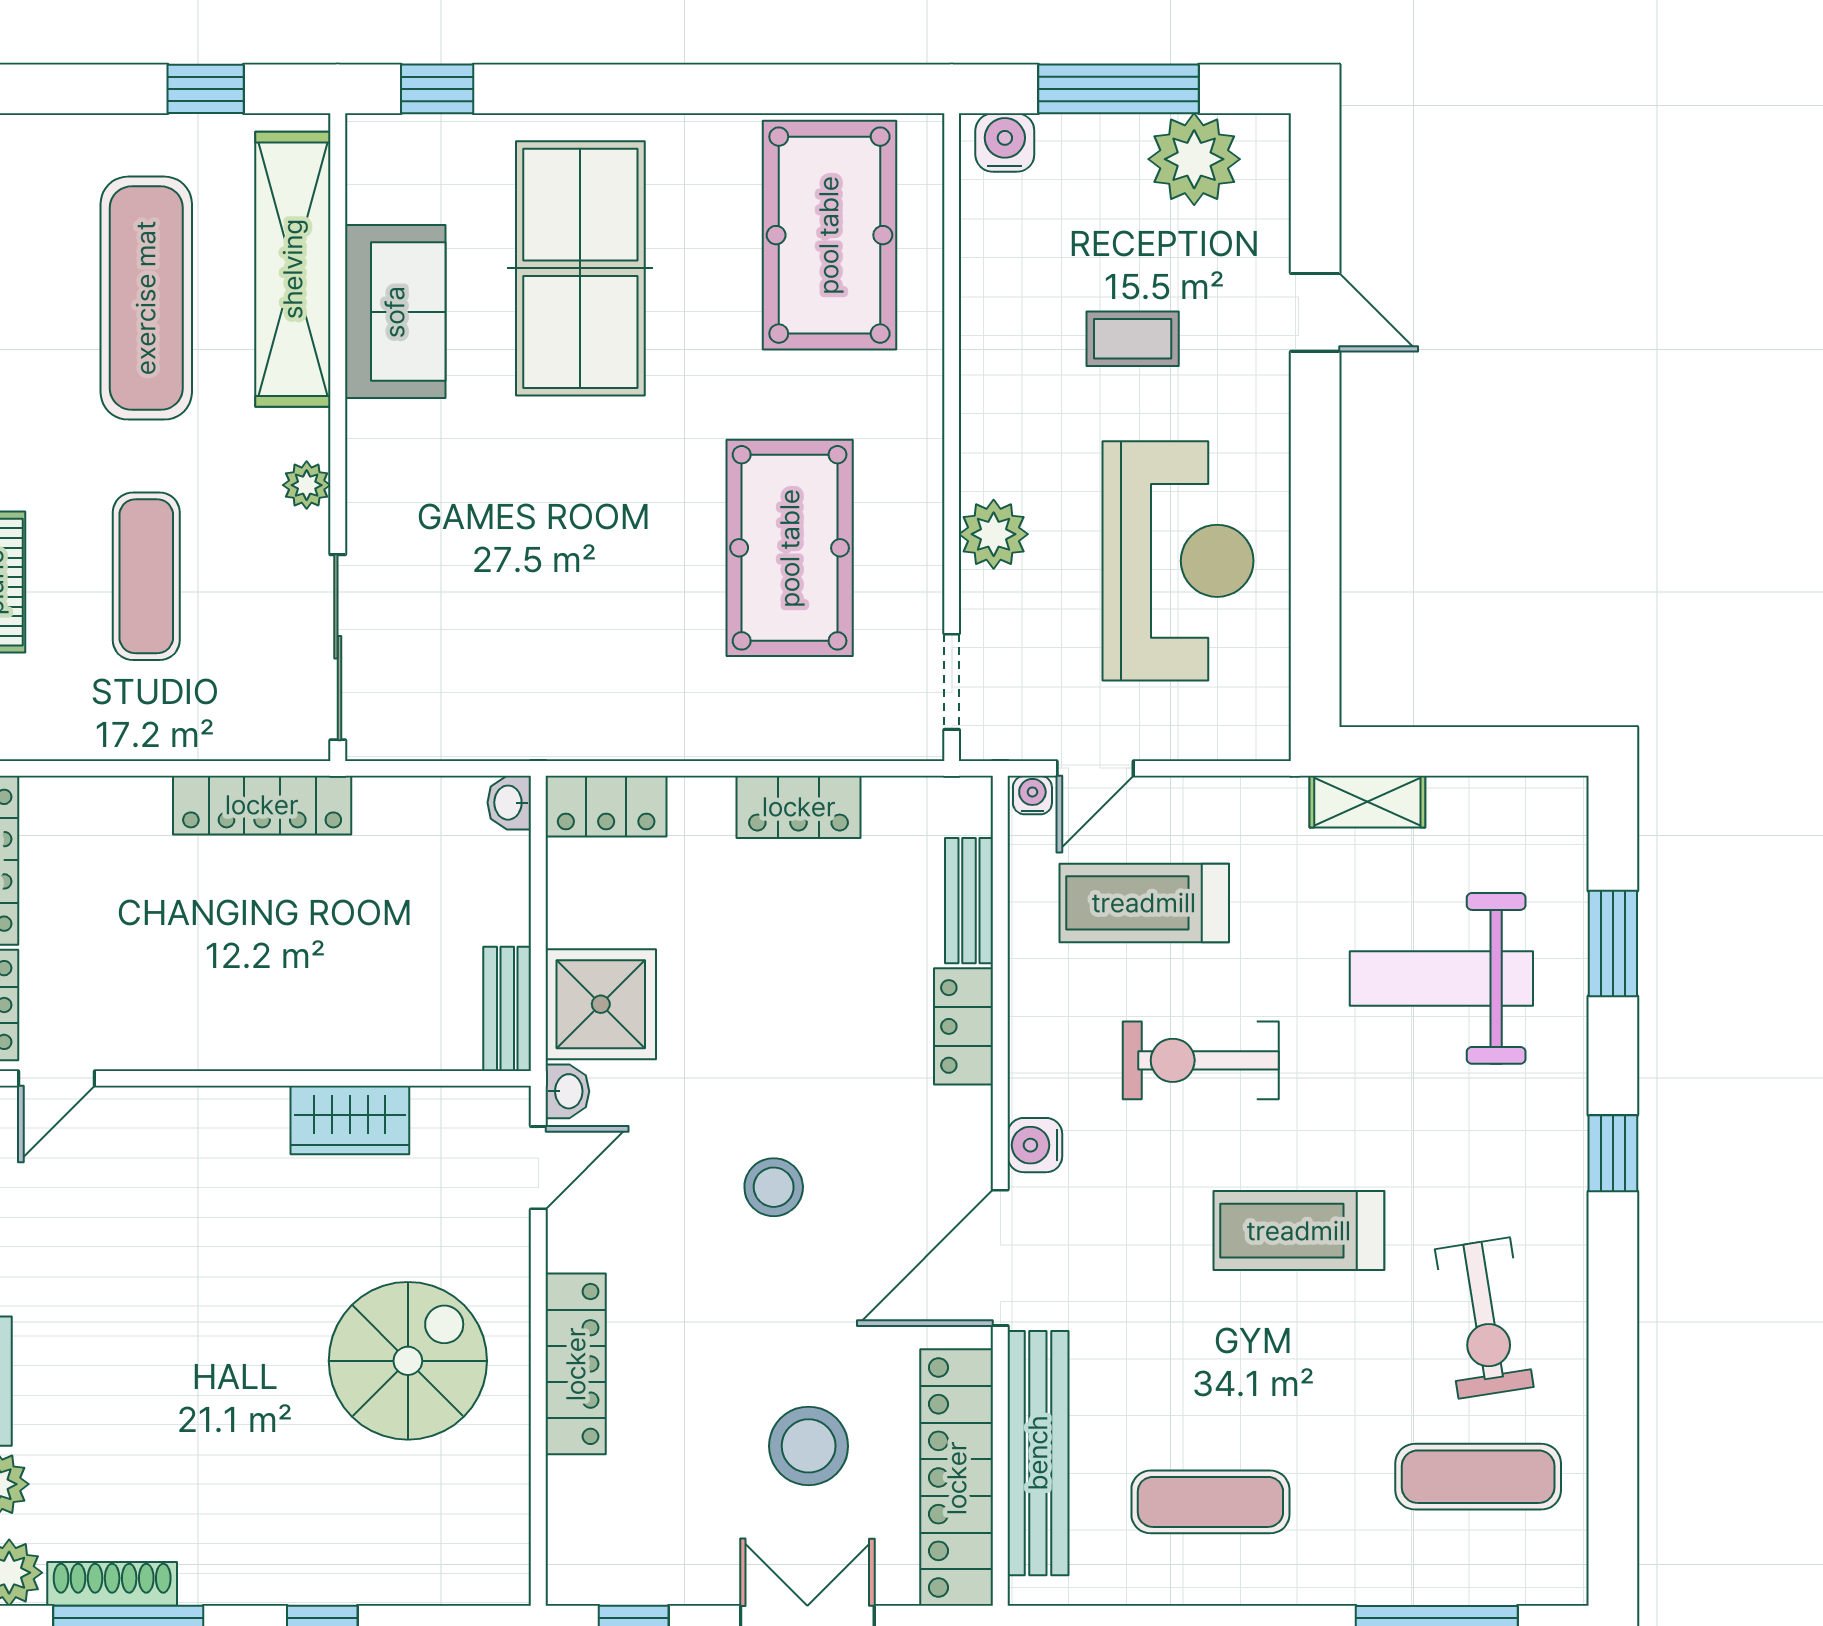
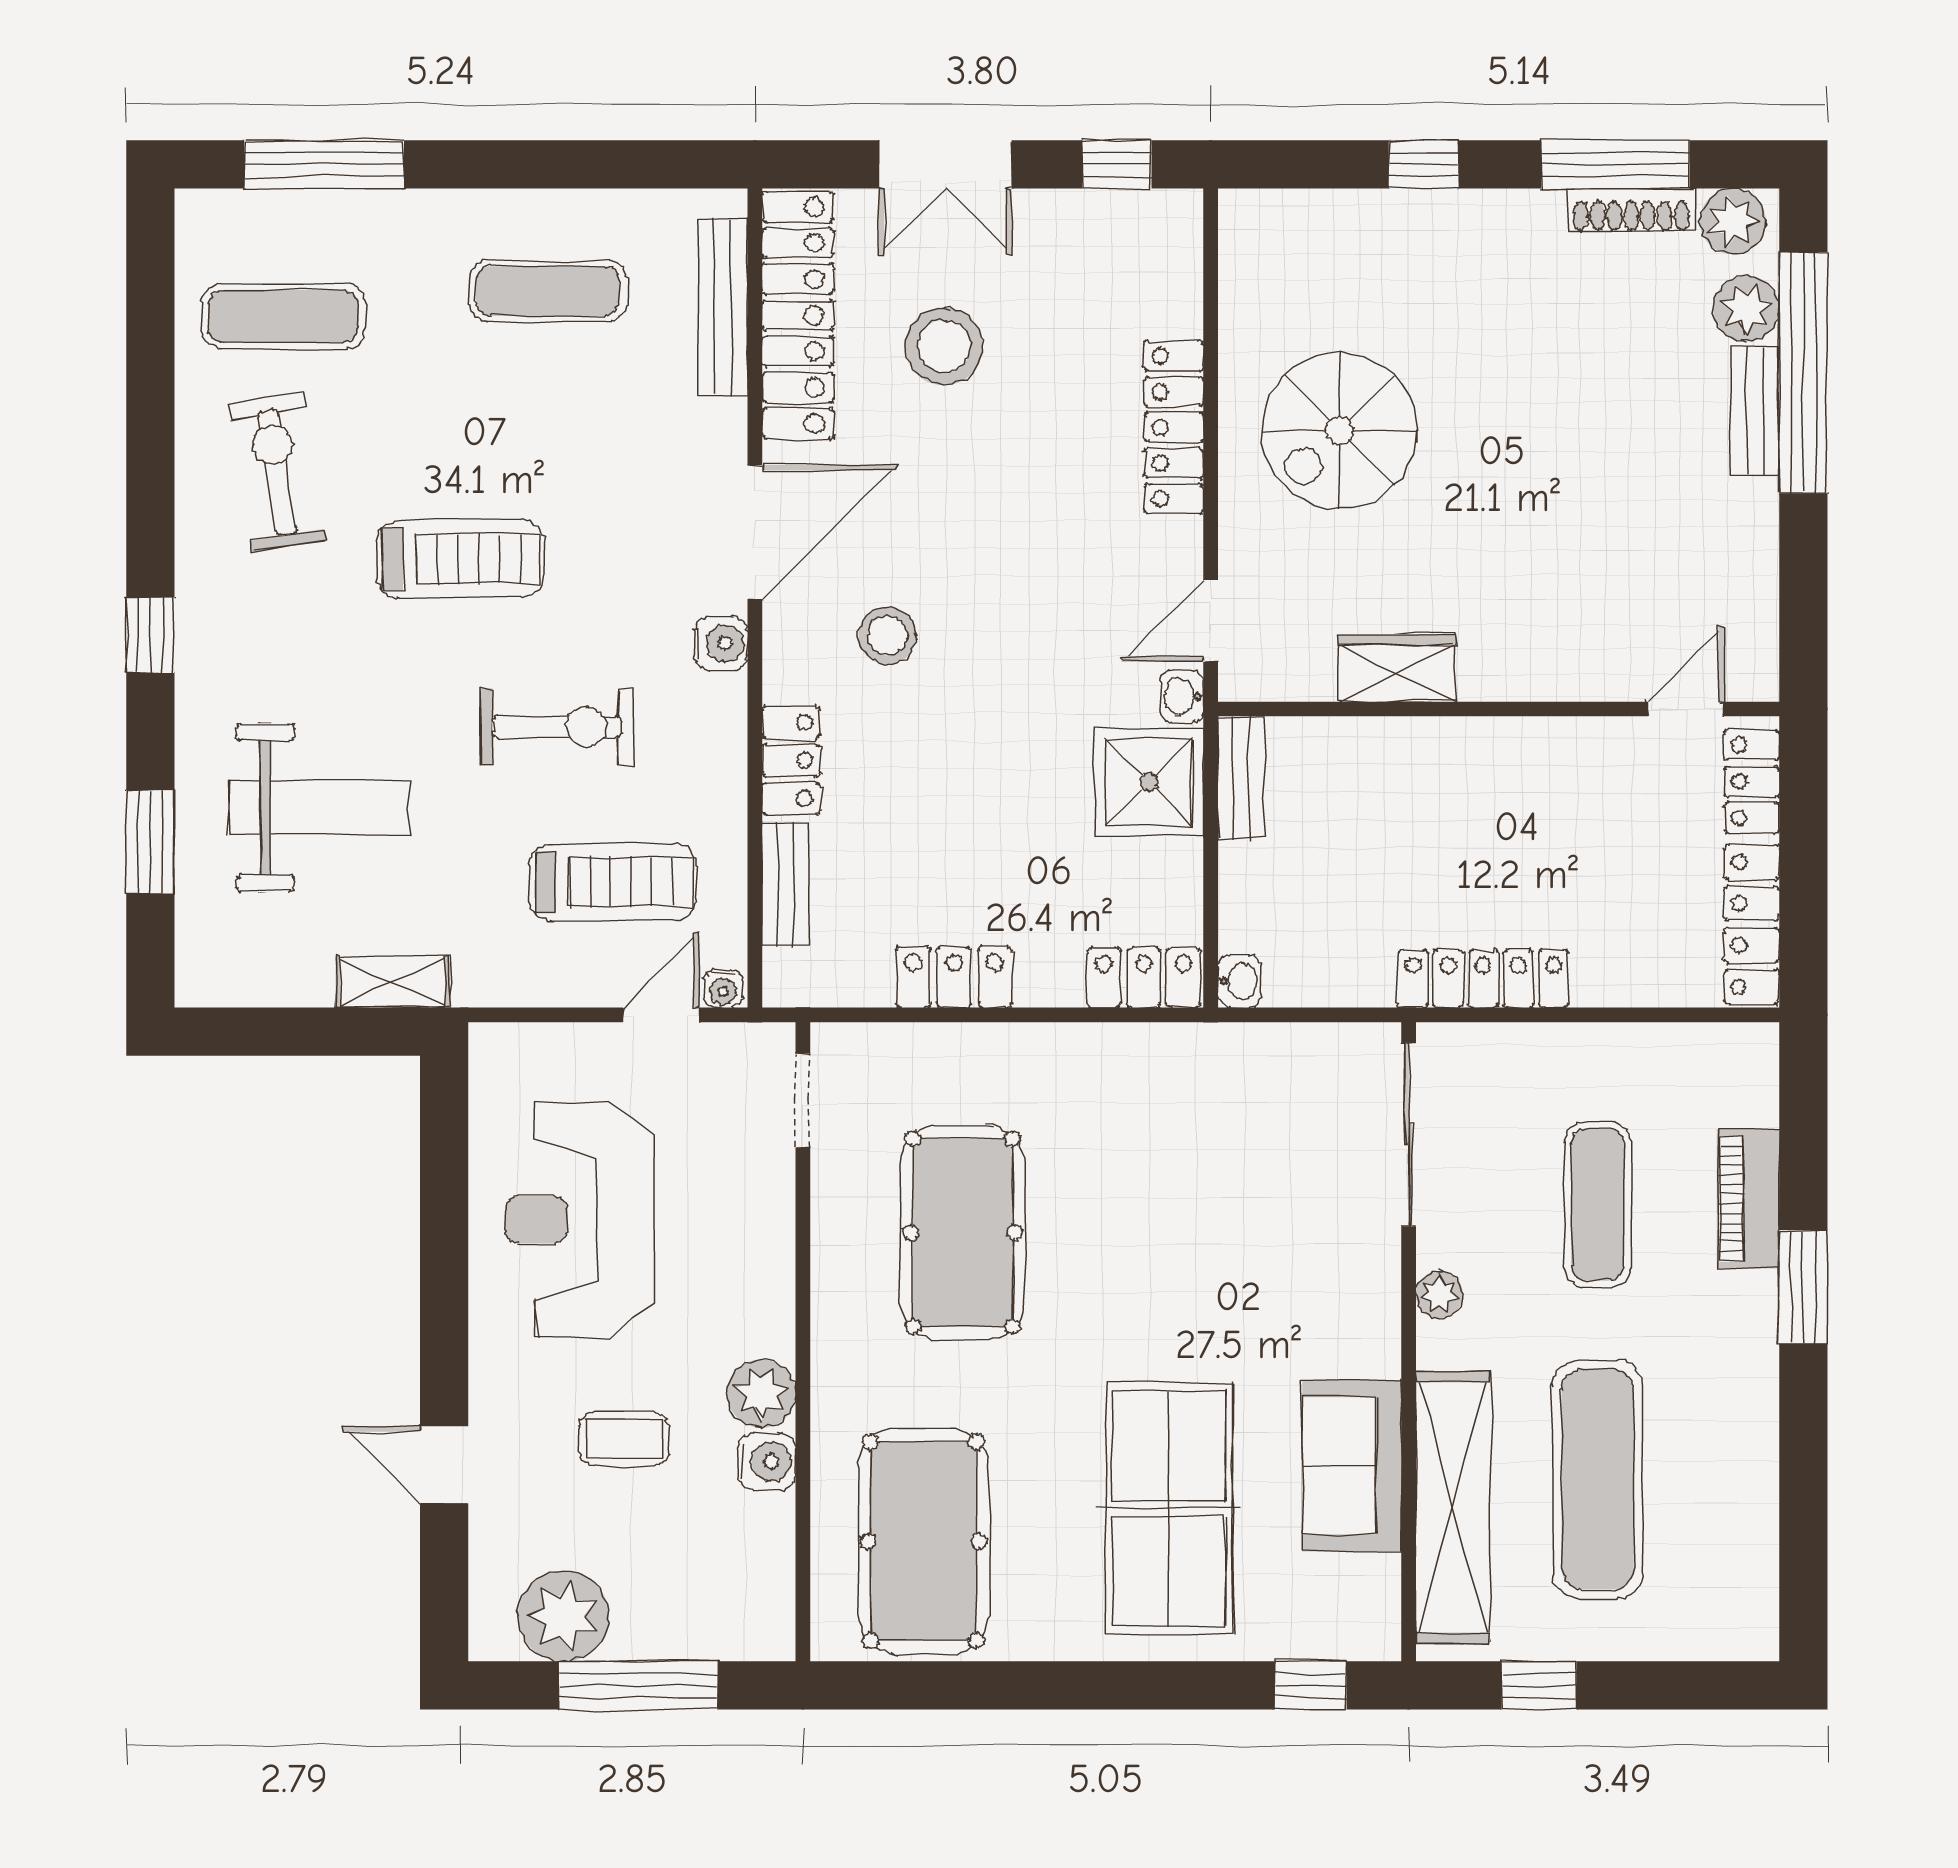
water cooler: (1005, 143) -> (767, 1462), moved, turned -90
plant: (994, 534) -> (761, 1394), moved
stool: (774, 1187) -> (887, 636), moved
bench: (1038, 1453) -> (723, 307), width x0.73, depth x0.82

